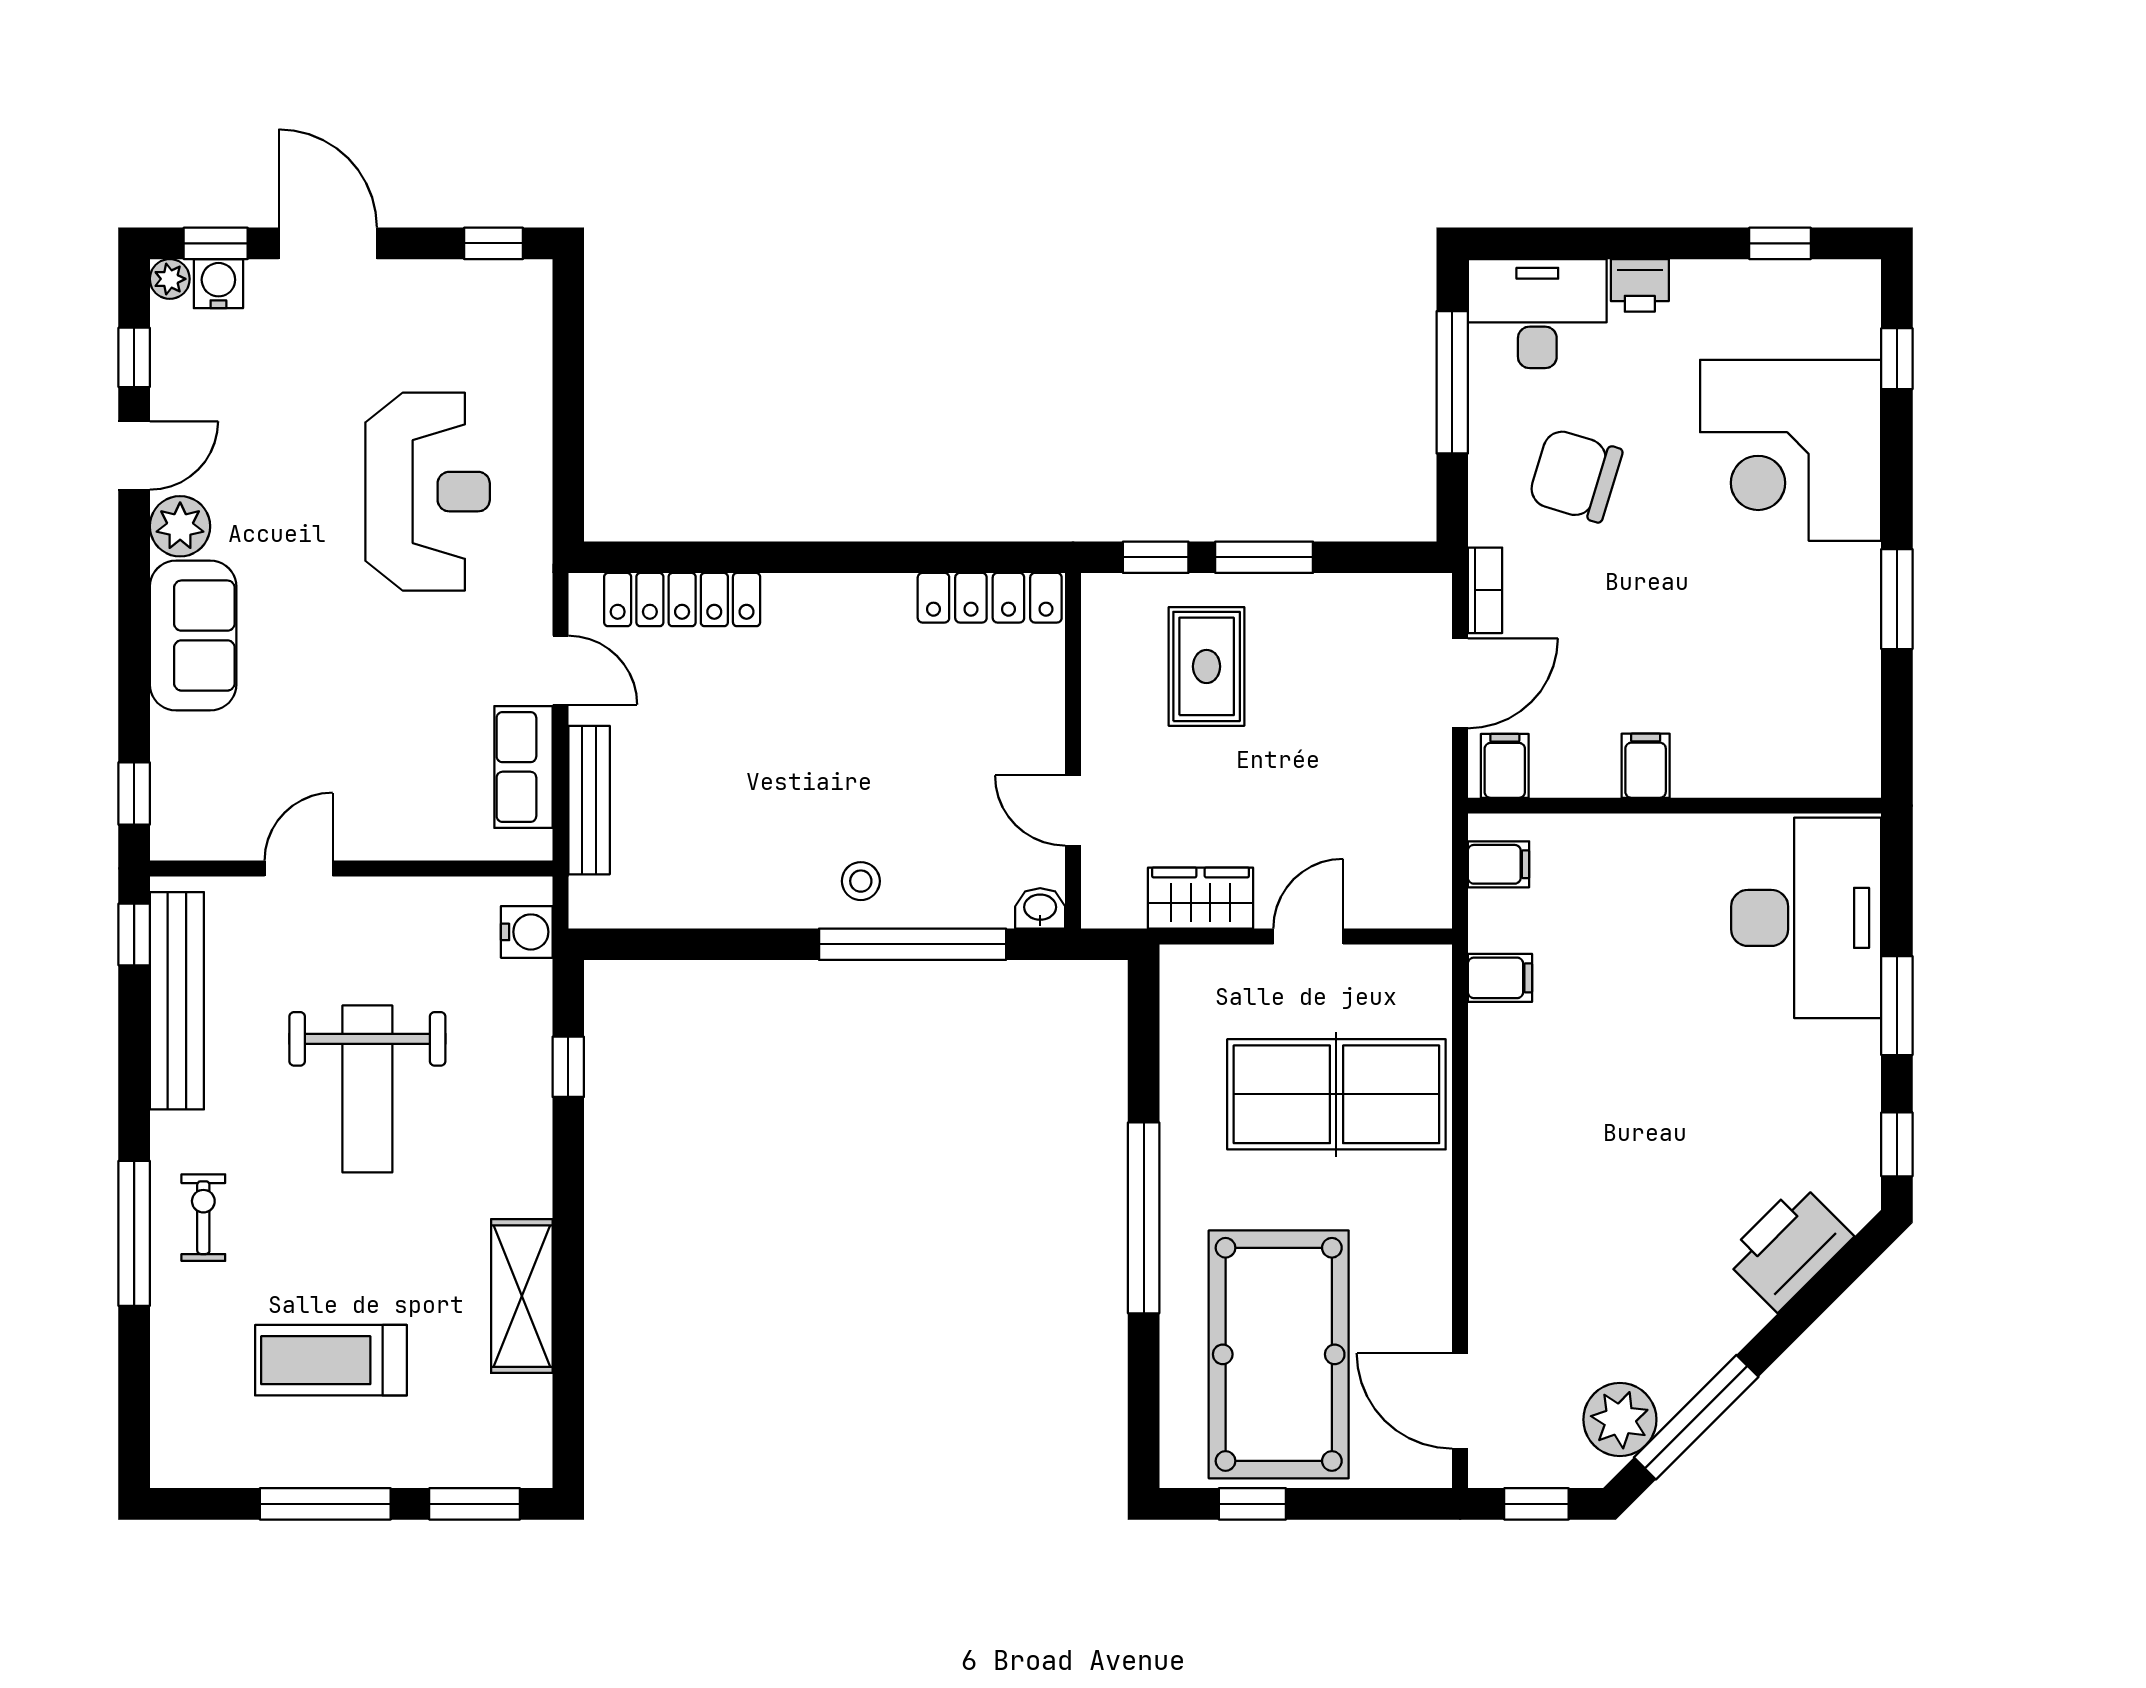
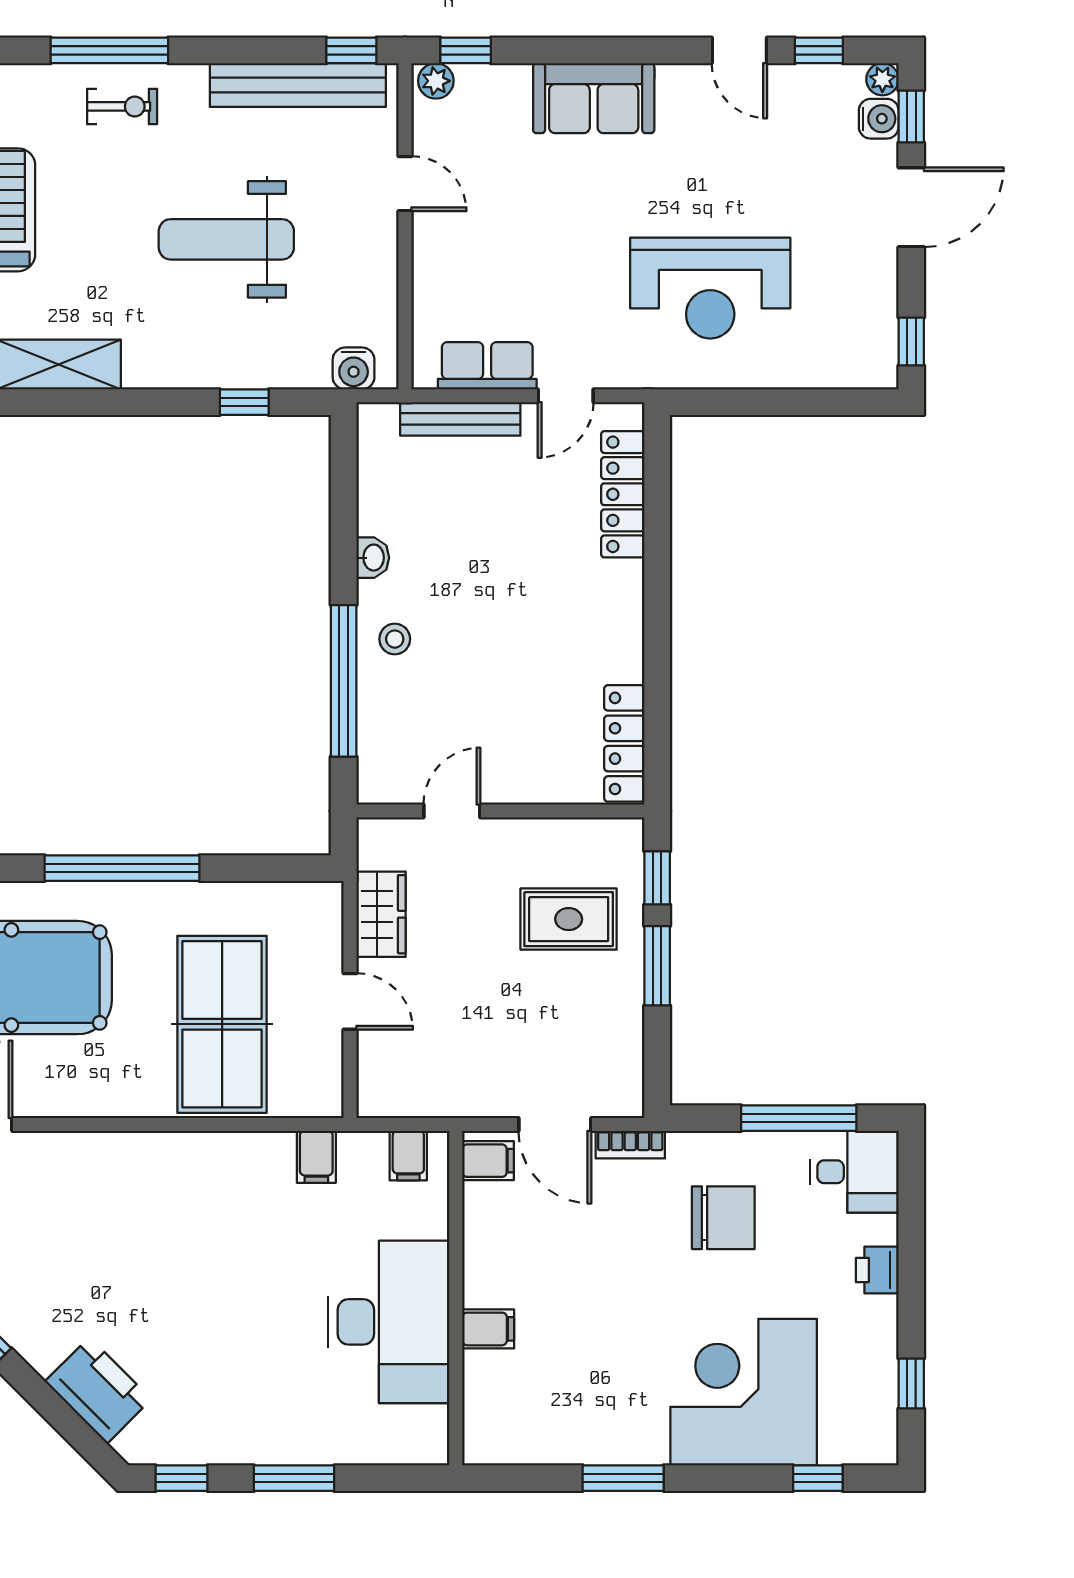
desk: (1537, 314) -> (854, 1172), width x0.73
chair: (1575, 475) -> (723, 1218), turned 73
plant: (180, 526) -> (436, 81), moved, width x0.73, depth x0.73
filing cabinet: (1646, 766) -> (488, 1329), moved
washbasin: (1040, 908) -> (373, 558), moved
desk: (1806, 918) -> (389, 1322), moved, turned -90

